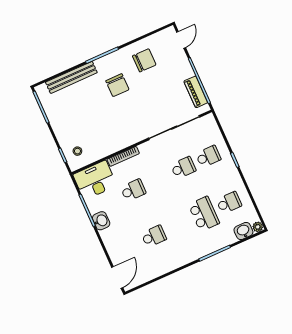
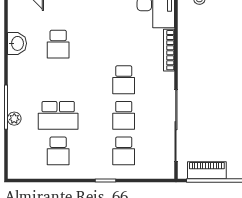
school desk: (133, 190) -> (124, 80), moved
plant: (258, 227) -> (14, 119), moved
washbasin: (243, 231) -> (17, 43), moved

